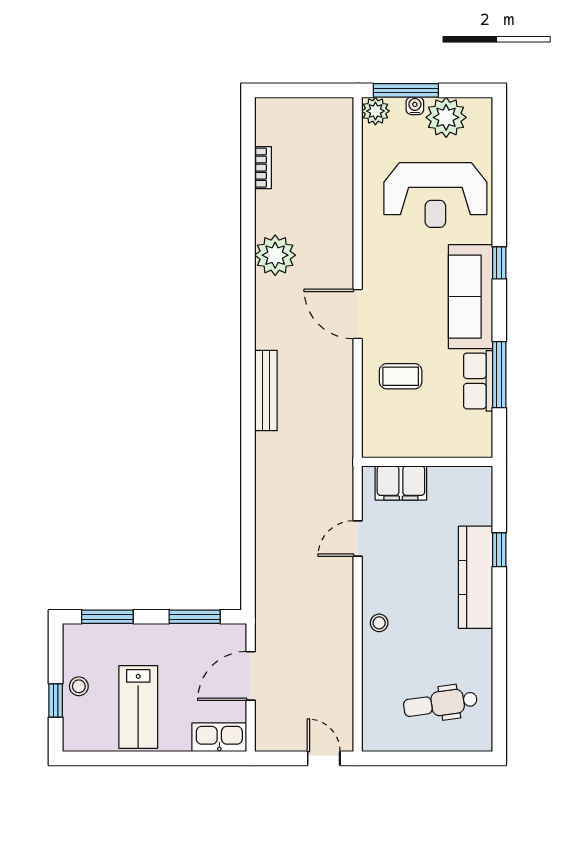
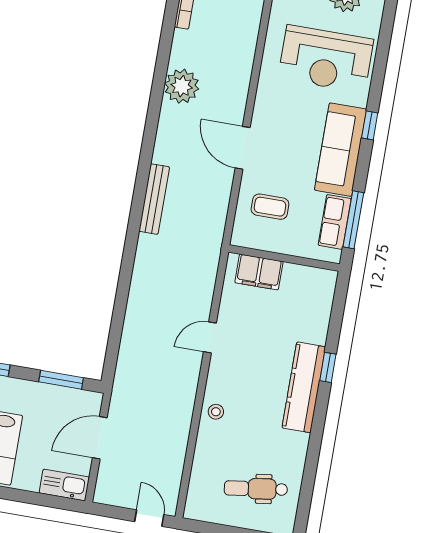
wall: (427, 462) -> (284, 258), moved
filing cabinet: (401, 483) -> (259, 272), moved

